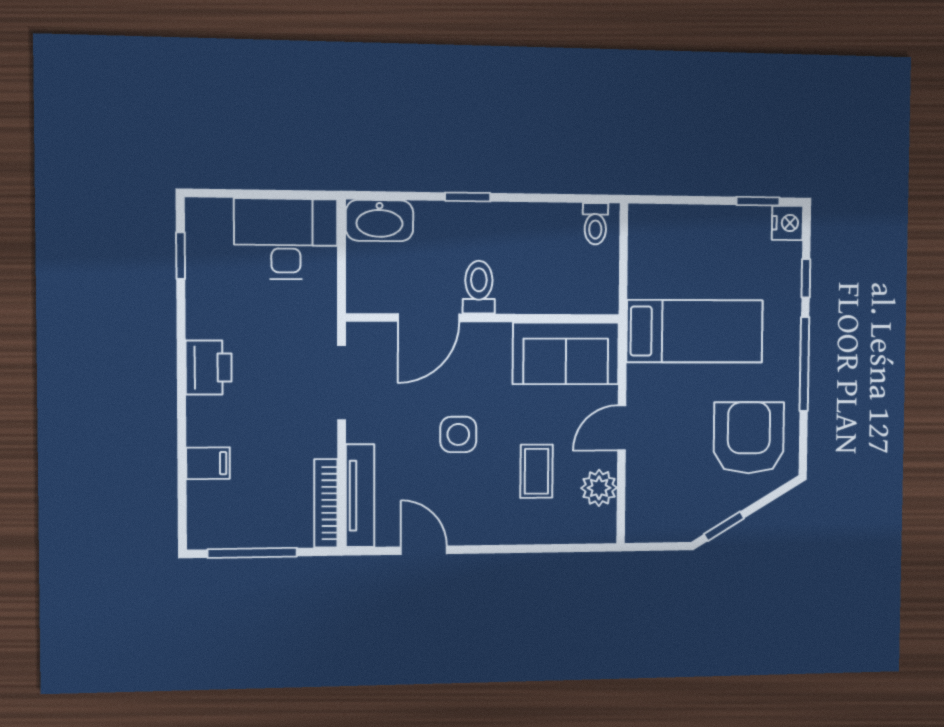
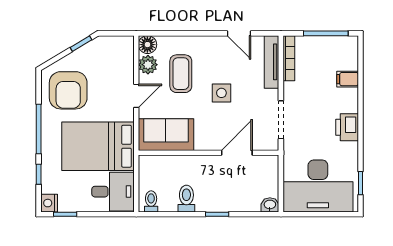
washbasin: (379, 221) -> (270, 205), width x0.52, depth x0.69
desk: (286, 239) -> (318, 186), width x1.36, depth x1.30
desk: (668, 244) -> (113, 192), added
toilet: (479, 287) -> (186, 199), moved, turned 180
bed: (695, 331) -> (98, 146), width x1.50
coffee table: (537, 471) -> (181, 74), width x1.36, depth x1.30
floor lamp: (600, 526) -> (147, 45), added

